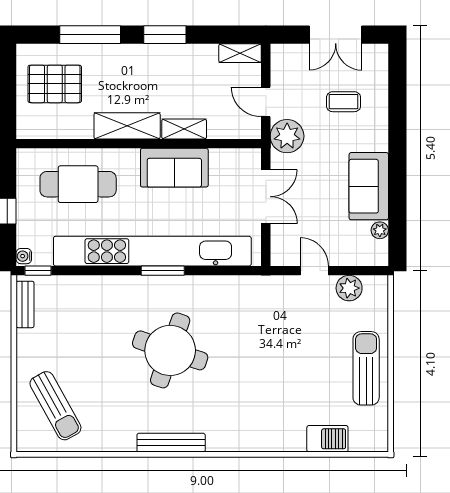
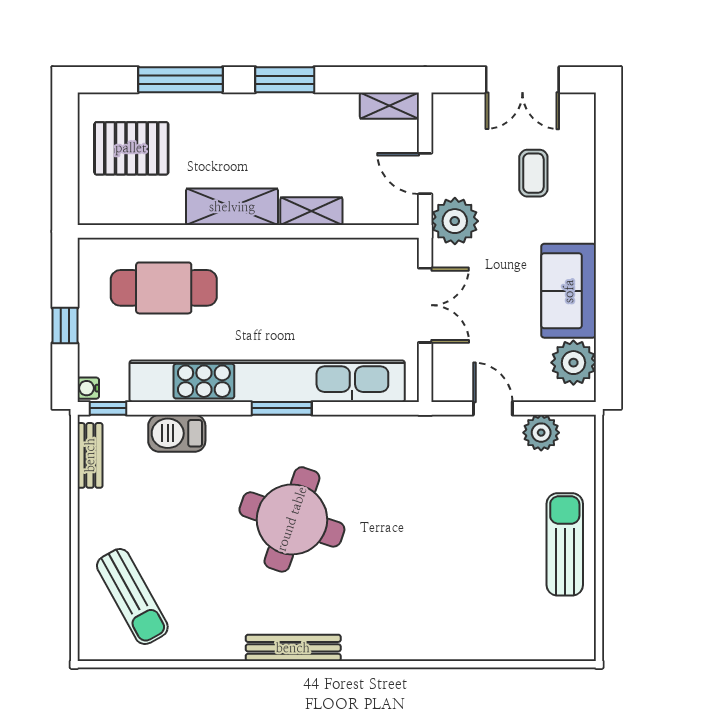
coffee table: (344, 102) -> (533, 173), turned 90
sofa: (174, 168) -> (298, 265), removed
plant: (380, 230) -> (573, 363), width x1.88, depth x1.88
barbecue: (327, 439) -> (177, 433), moved, turned 180

